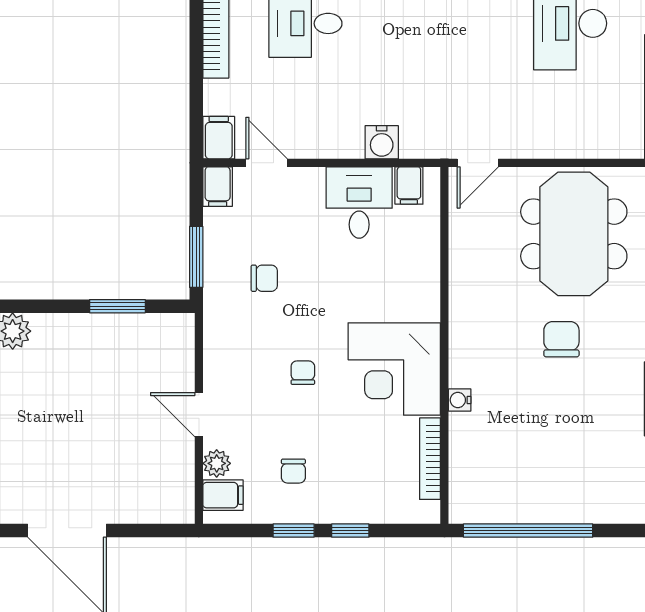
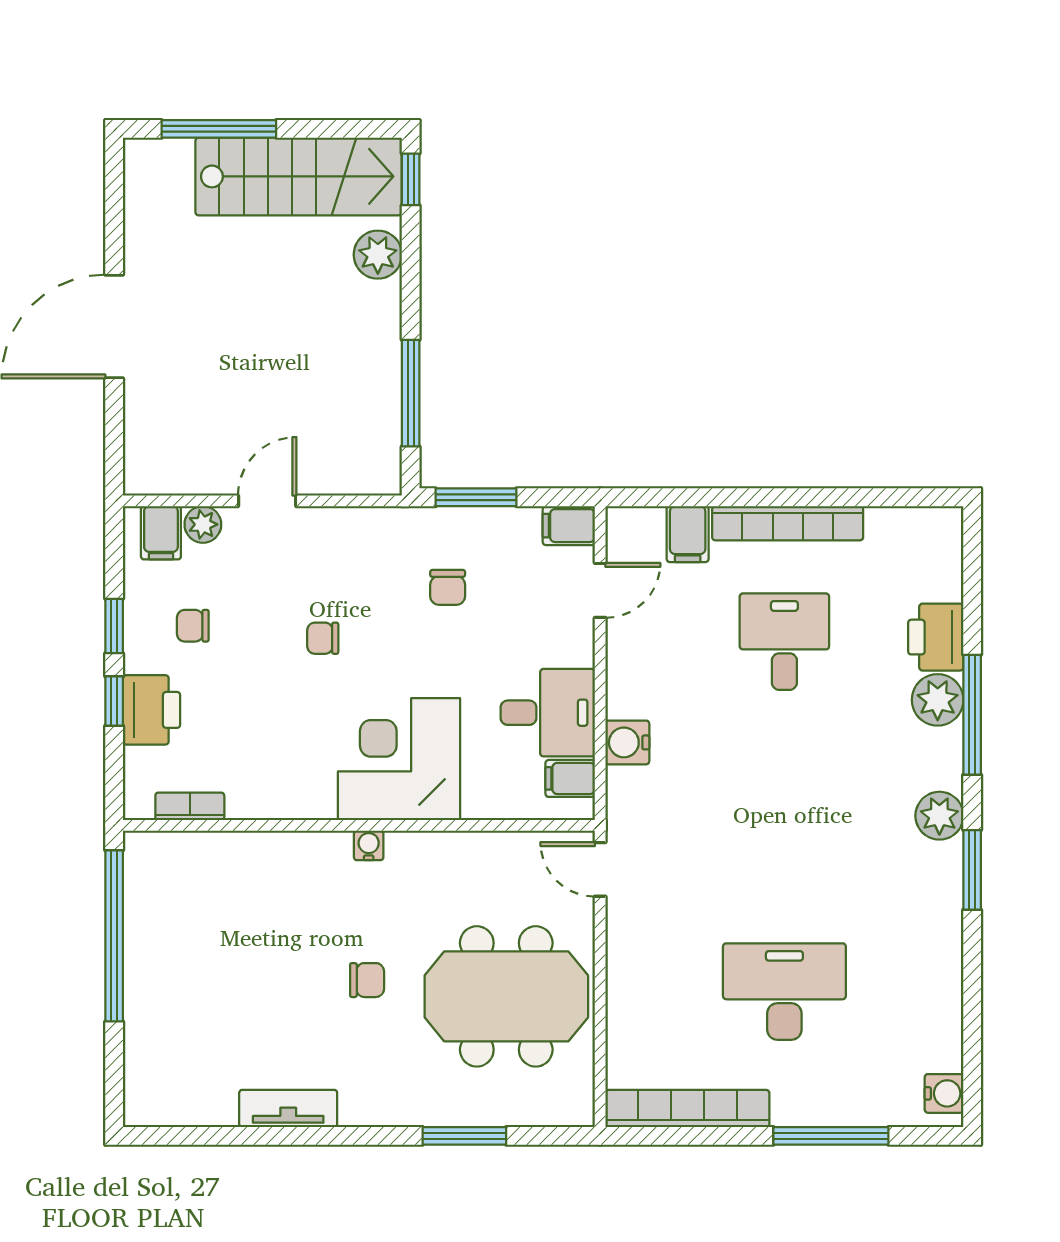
filing cabinet: (219, 138) -> (688, 534), moved, turned 90
window: (117, 306) -> (411, 393), width x1.44
chair: (561, 339) -> (367, 980), width x0.73, depth x0.73
corner desk: (394, 369) -> (399, 759), moved
chair: (303, 373) -> (323, 638), turned 180
water cooler: (460, 400) -> (369, 845), moved
bookcase: (430, 459) -> (190, 806), width x0.64
printer: (357, 502) -> (152, 710), added

